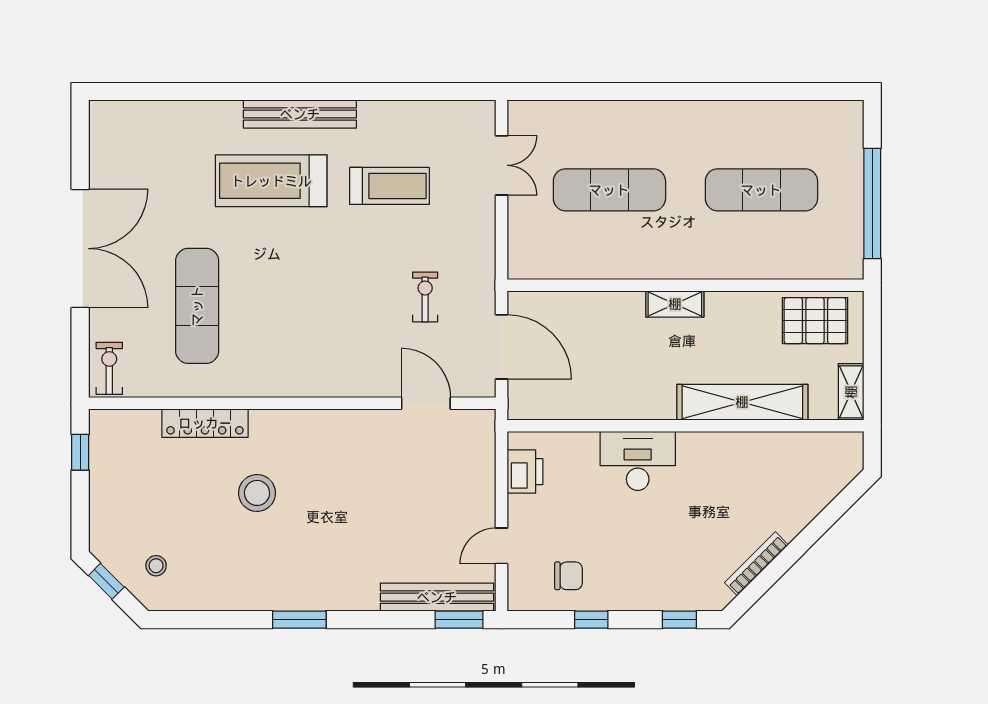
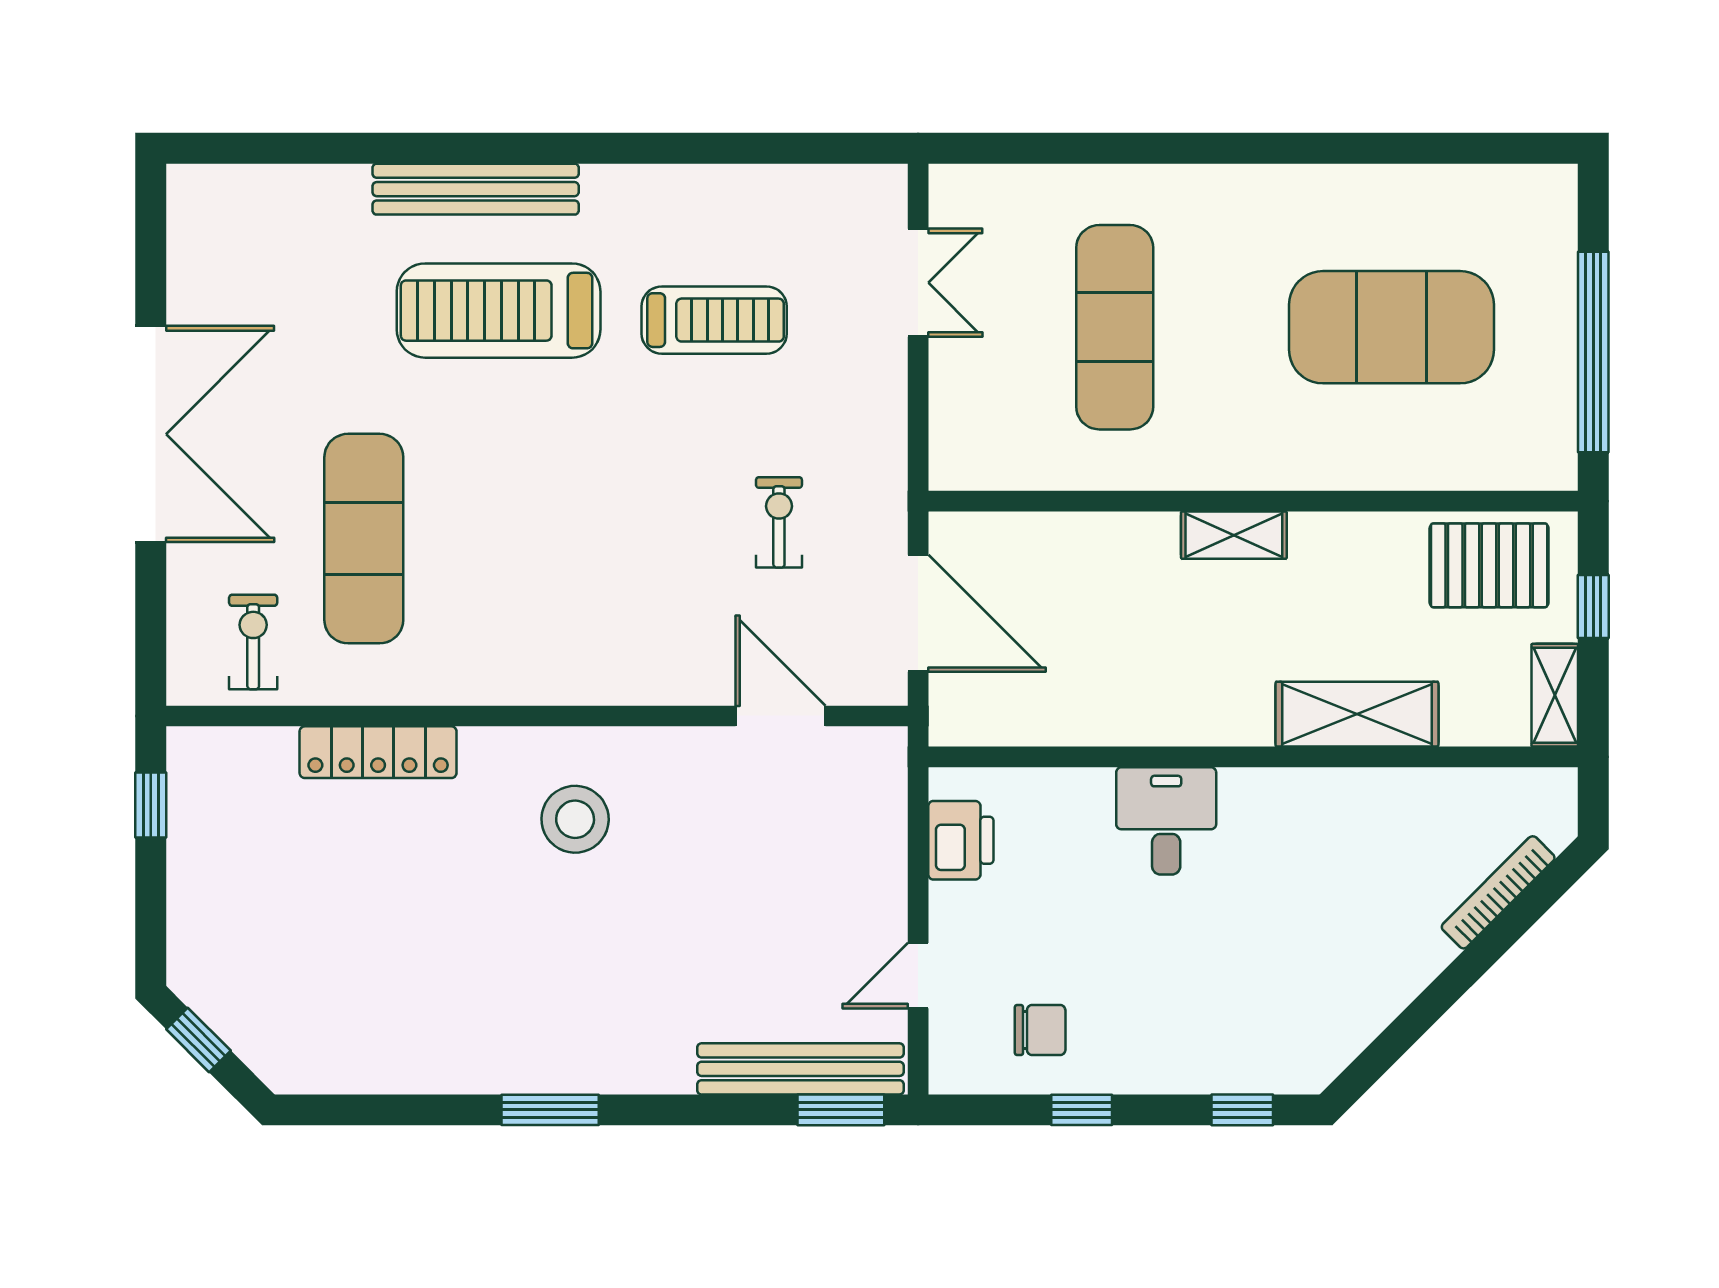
bench: (300, 114) -> (476, 189), moved
exercise mat: (609, 190) -> (1115, 327), turned 90
exercise mat: (761, 190) -> (1392, 327), width x1.47
window: (872, 343) -> (1593, 606), added
exercise bike: (109, 368) -> (253, 642), moved
shelving: (742, 402) -> (1357, 714), width x0.68
desk: (638, 461) -> (1166, 821), width x0.73
stool: (257, 493) -> (575, 819), moved
bookcase: (756, 564) -> (1498, 892), moved
stool: (156, 566) -> (289, 1012), removed

